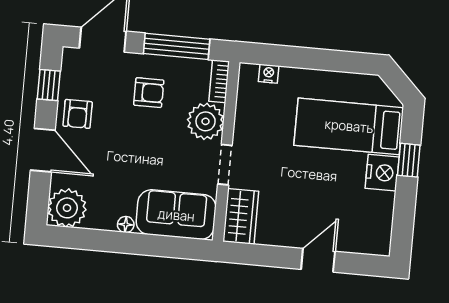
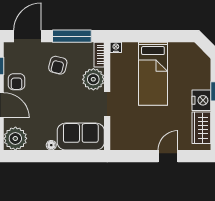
nightstand: (269, 74) -> (116, 47), moved
armchair: (149, 93) -> (58, 65), turned 104
bed: (349, 126) -> (153, 74), moved, turned -90
wardrobe: (241, 216) -> (201, 128), moved, turned 180

